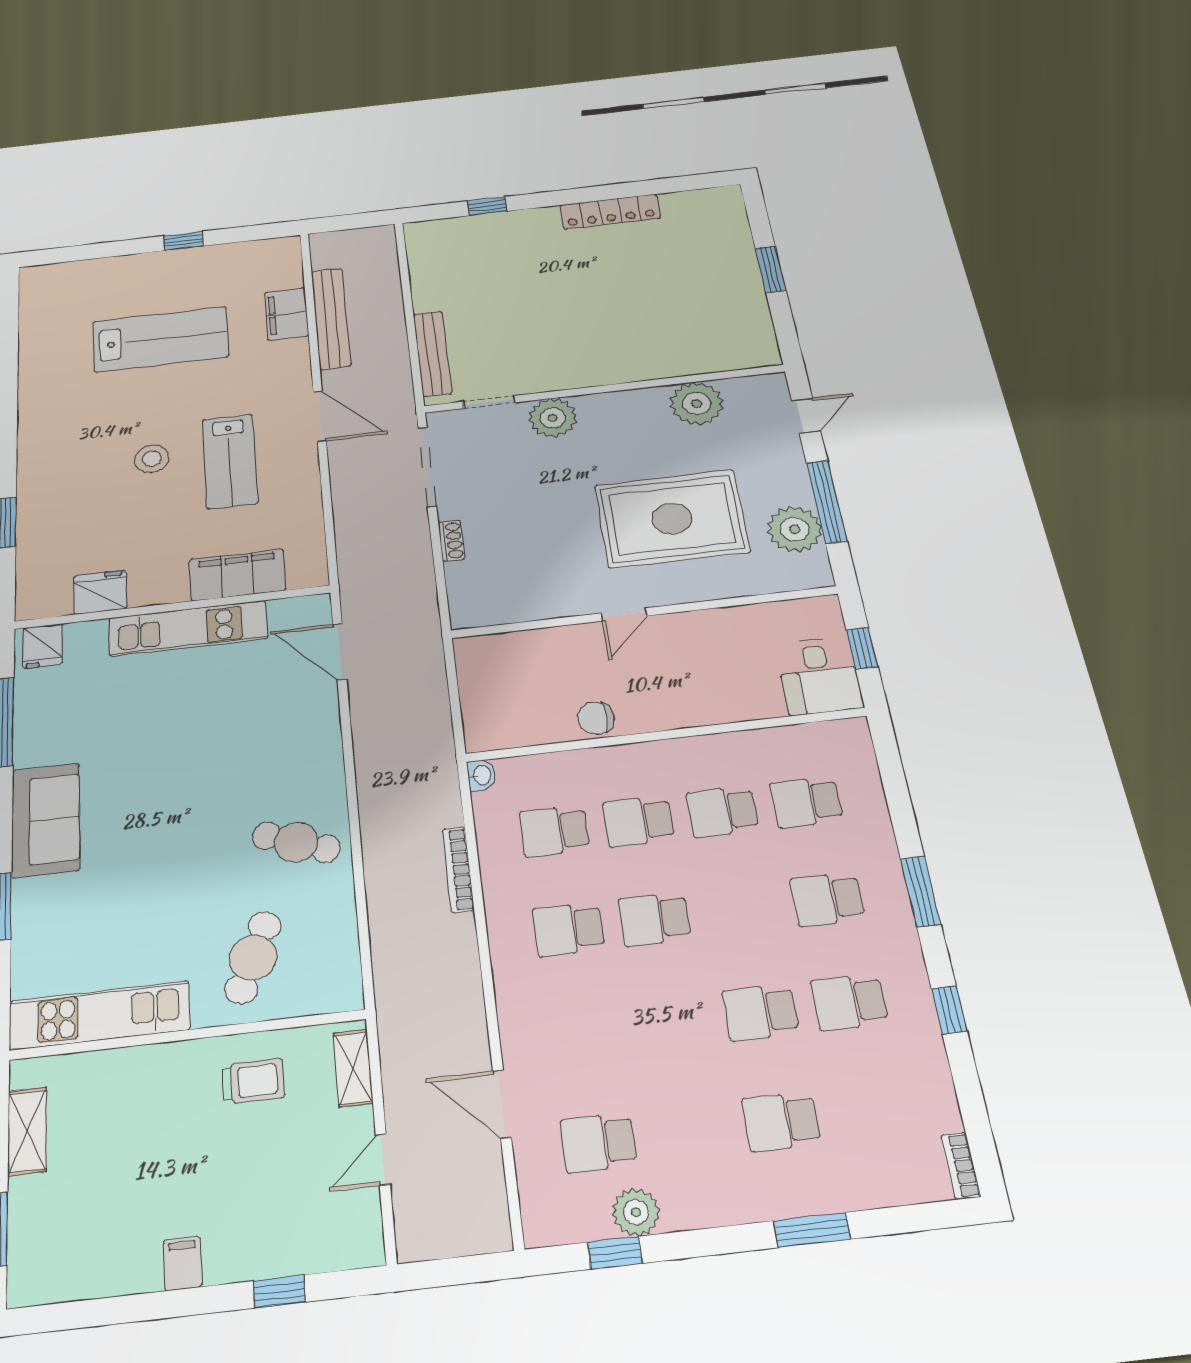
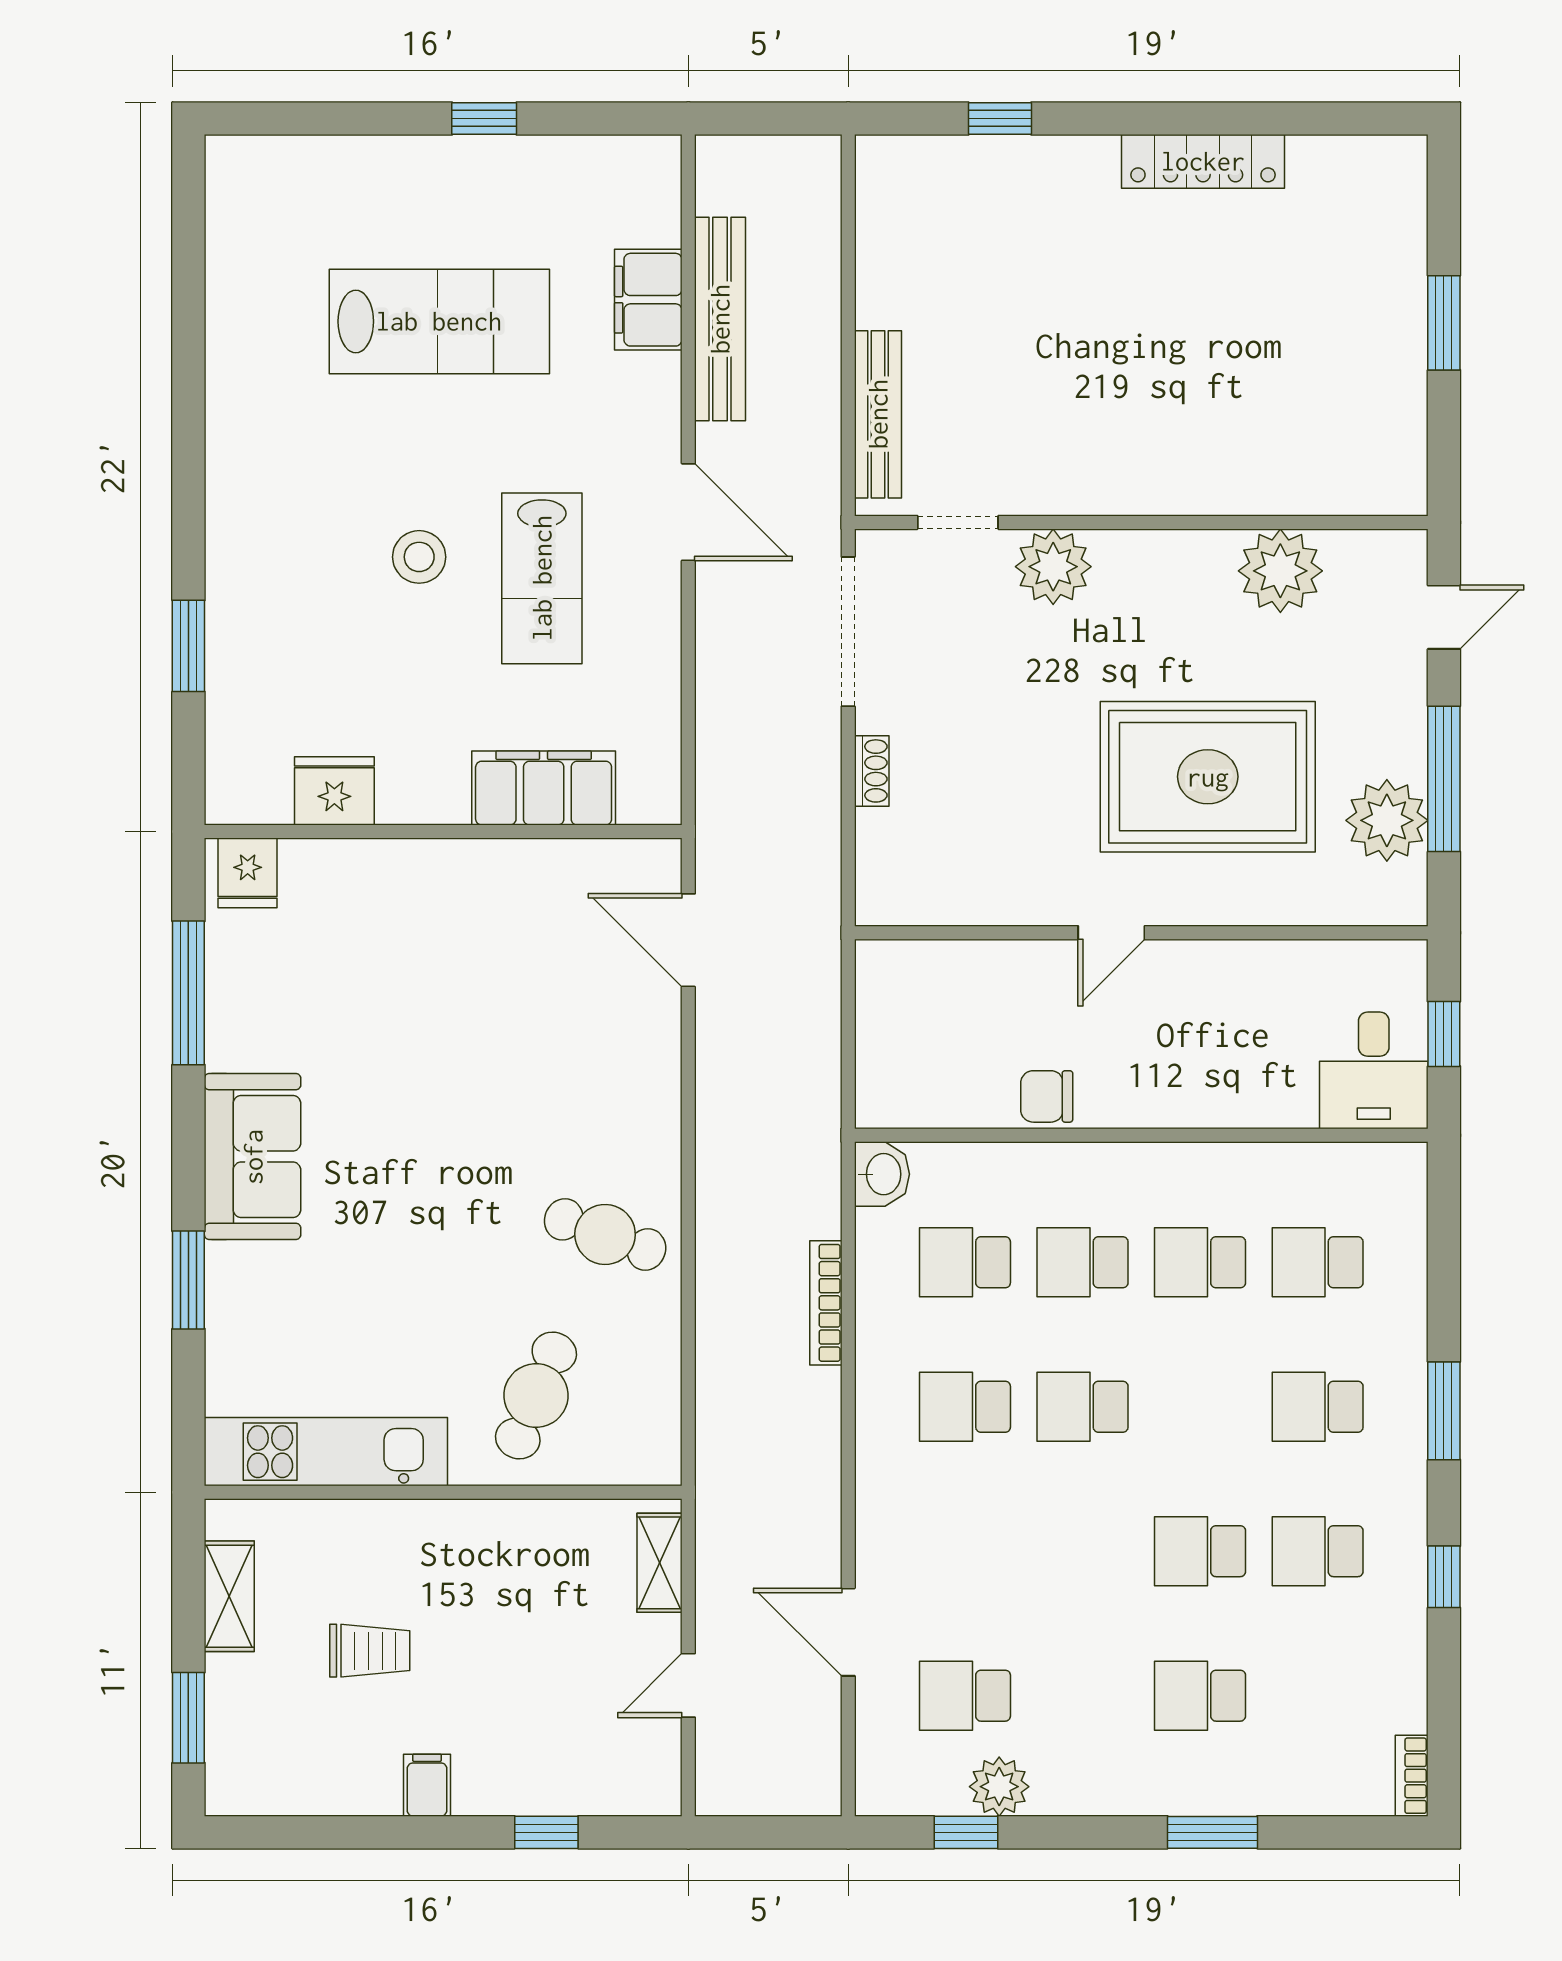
kitchen unit: (188, 628) -> (466, 871), removed
washbasin: (481, 775) -> (882, 1174), width x1.38, depth x1.45
trolley: (253, 1081) -> (370, 1651), moved

